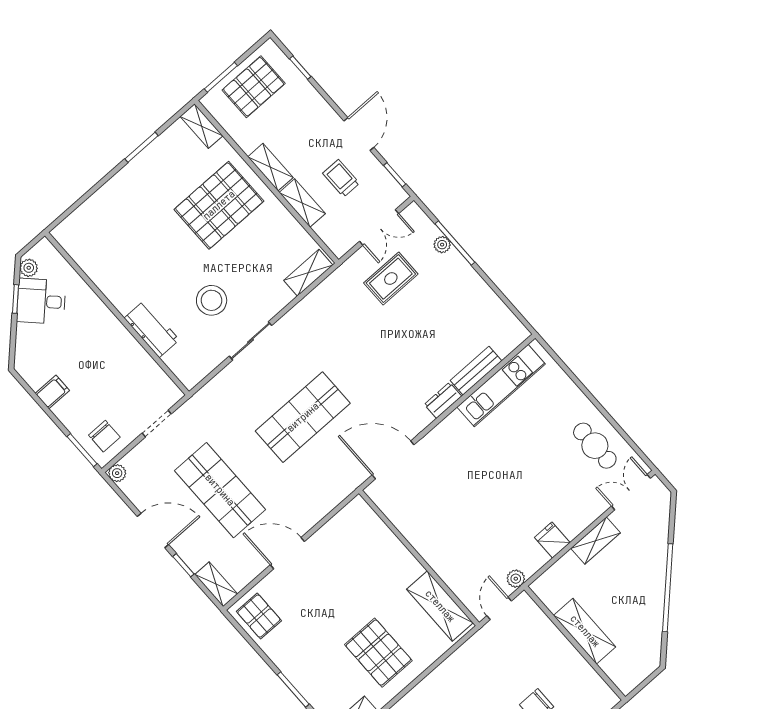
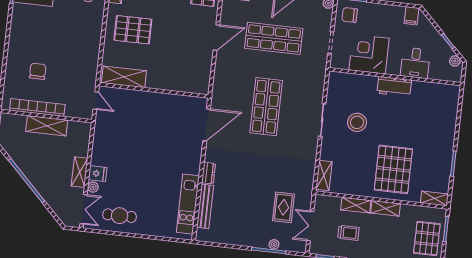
desk: (41, 301) -> (415, 63), moved, turned 135
workbench: (152, 329) -> (394, 87), moved
corner desk: (124, 369) -> (369, 54), added
bench: (476, 371) -> (205, 206), width x1.36
filing cabinet: (52, 392) -> (411, 16), moved
fridge: (552, 540) -> (98, 174), moved
plant: (516, 579) -> (93, 187), moved
bookcase: (576, 663) -> (37, 108), added

